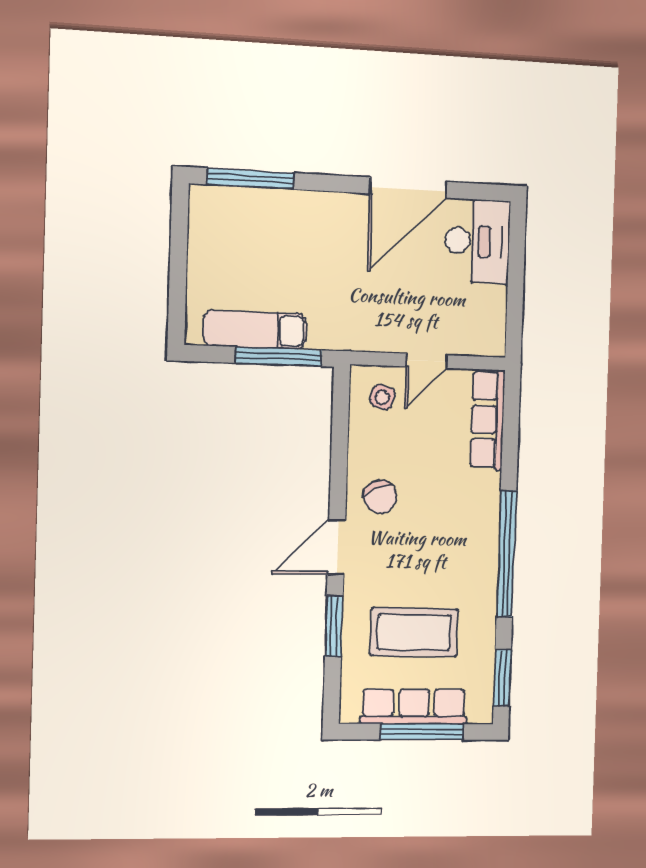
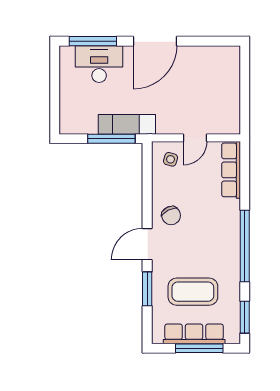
door: (408, 188) -> (155, 41), moved
desk: (477, 241) -> (99, 64), moved, turned -90
exam couch: (255, 330) -> (127, 124), moved

